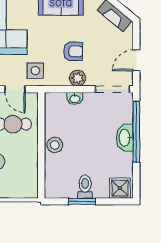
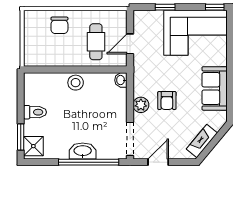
door: (136, 60) -> (158, 162), hinge flipped
side table: (35, 71) -> (148, 64), removed
washbasin: (75, 99) -> (121, 80), moved
window: (82, 201) -> (21, 137), moved

